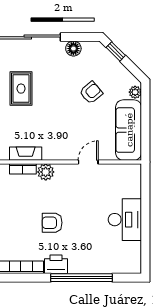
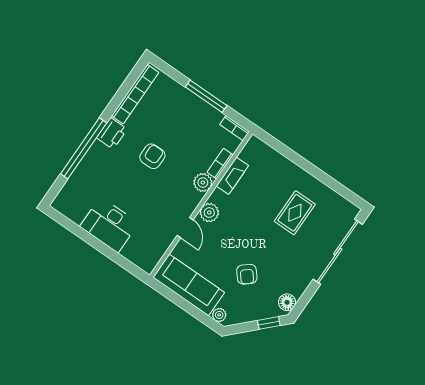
floor lamp: (73, 49) -> (287, 302), moved
rug: (21, 89) -> (295, 213), turned 90
plant: (65, 152) -> (209, 213), added

